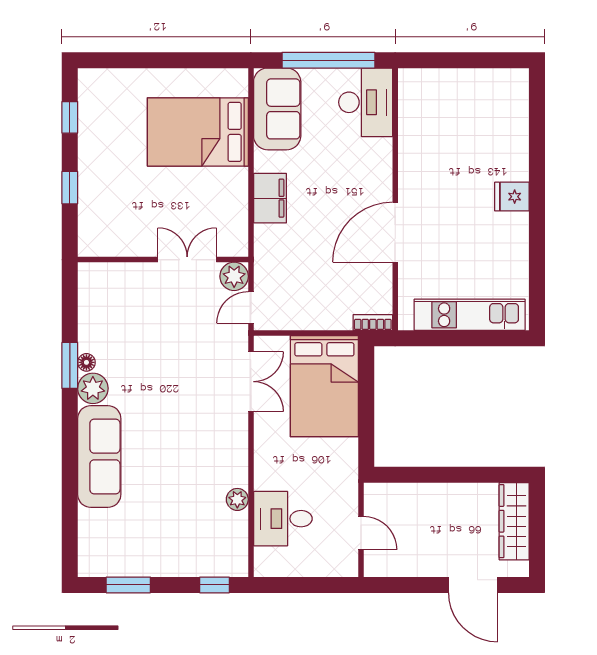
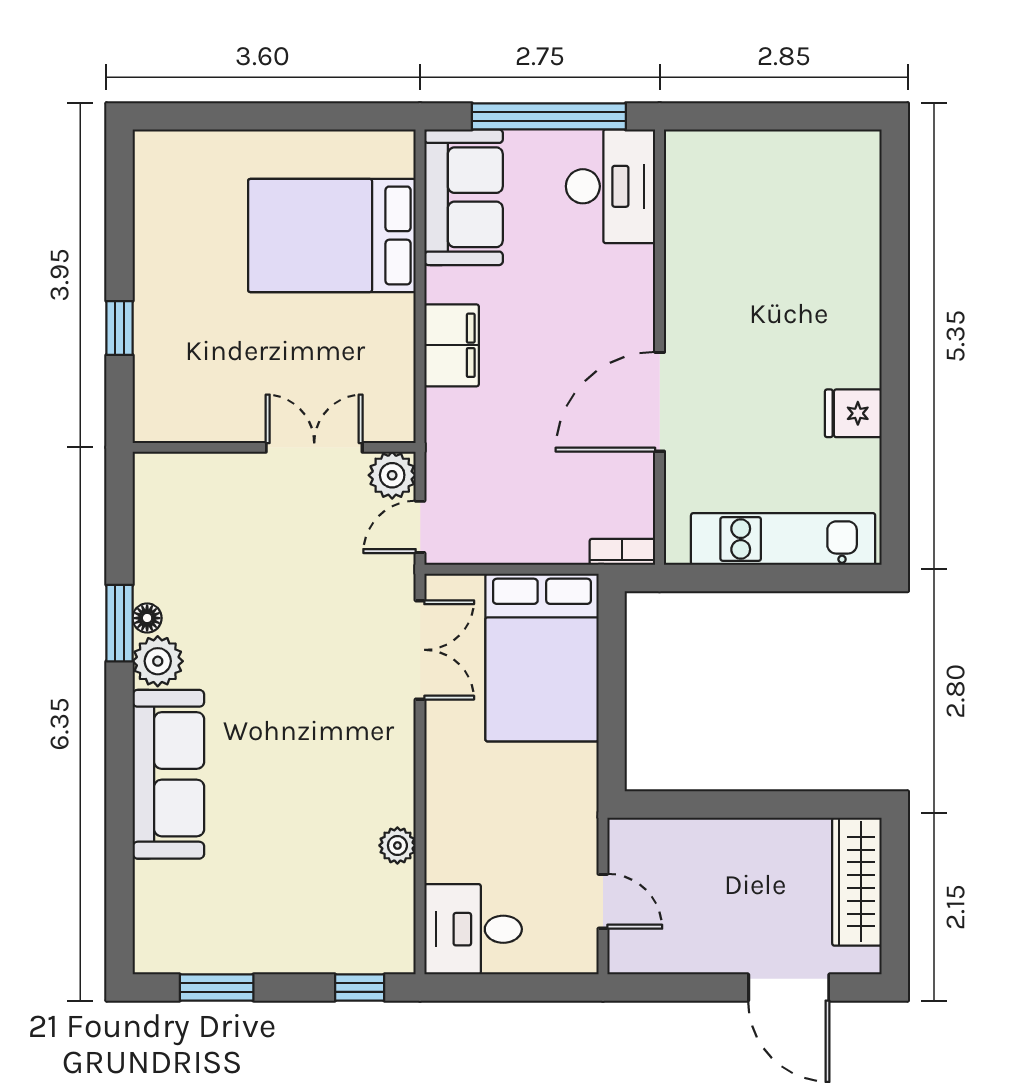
window: (70, 117) -> (119, 211), removed
fridge: (512, 197) -> (853, 413), moved
desk: (283, 519) -> (473, 929), moved

